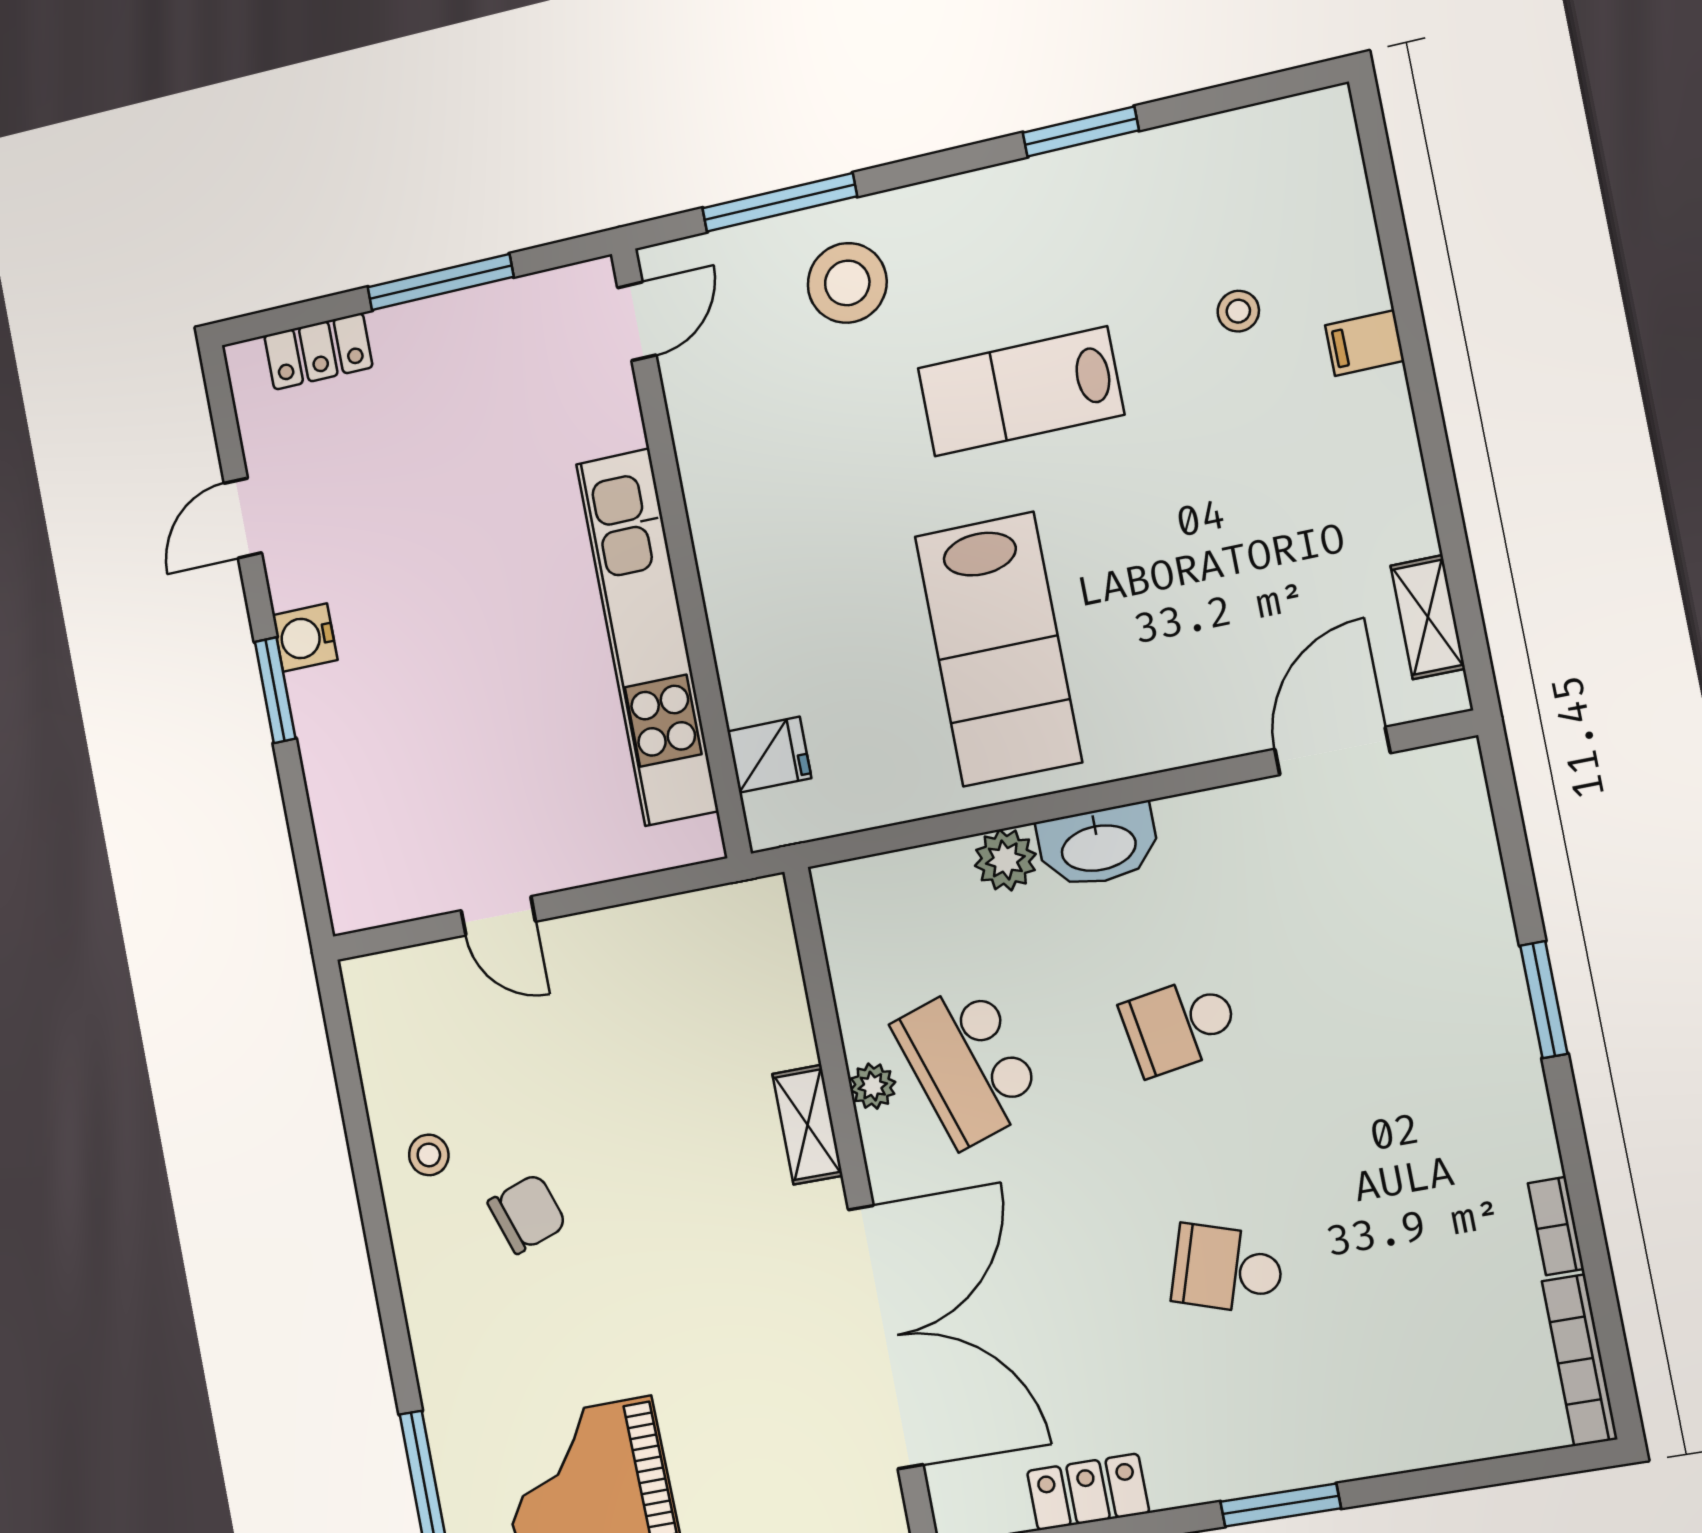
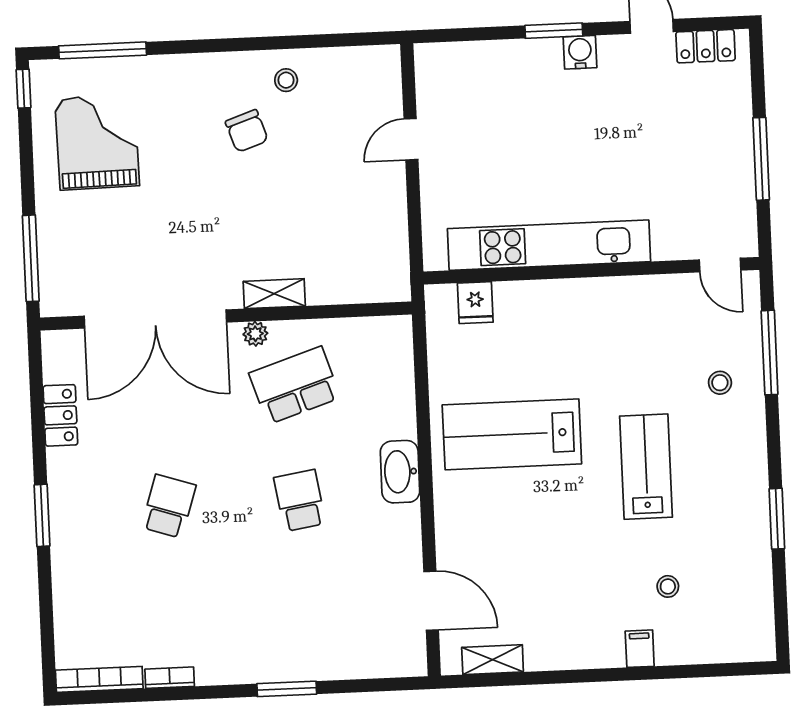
stool: (847, 283) -> (720, 383), width x0.53, depth x0.53
locker: (318, 351) -> (706, 46), moved, turned -90
plant: (1005, 860) -> (400, 421), removed
plant: (873, 1086) -> (255, 334), moved

